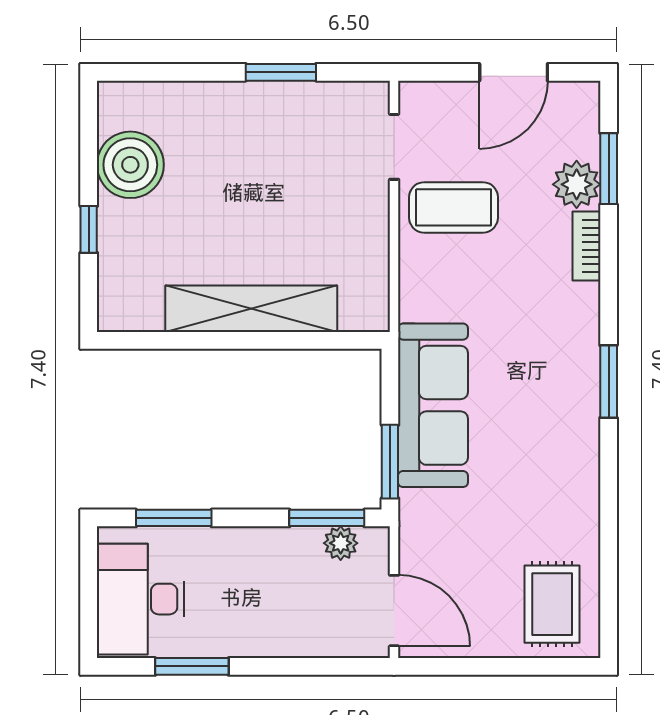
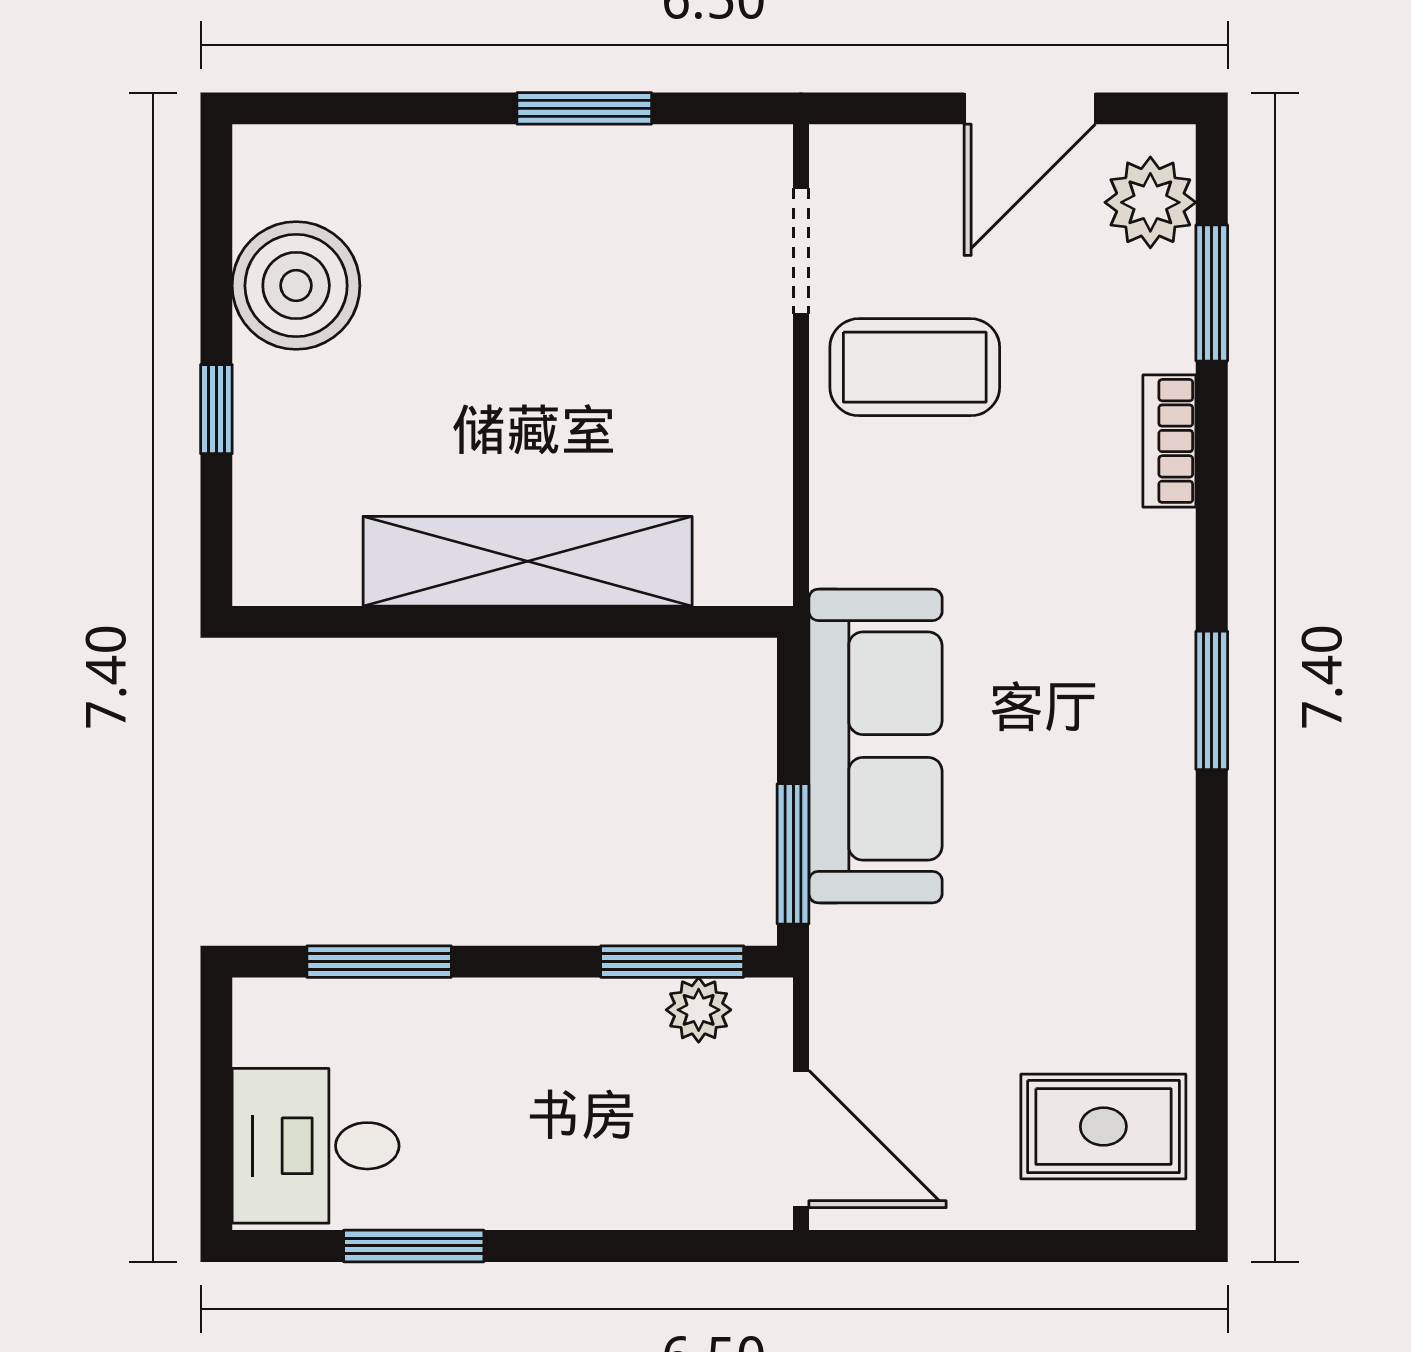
plant: (577, 184) -> (1150, 202), moved
desk: (141, 599) -> (316, 1146), width x0.73
rug: (552, 604) -> (1103, 1126), turned 90

